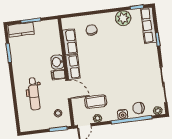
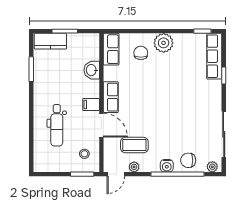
plant: (123, 18) -> (164, 43), moved
row of seats: (70, 42) -> (111, 49), moved
washbasin: (57, 62) -> (92, 70), moved

